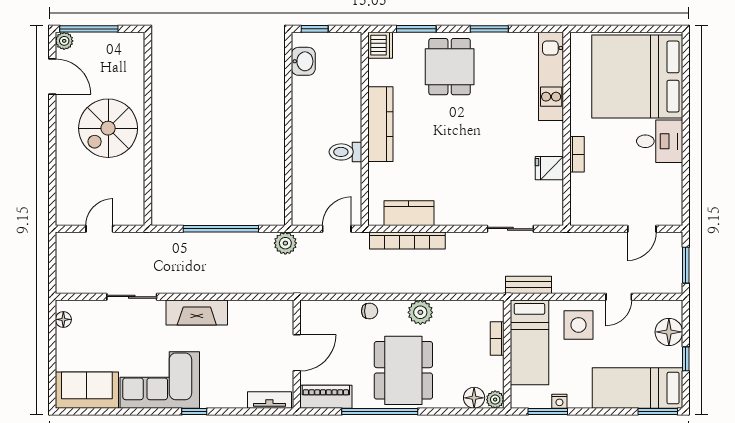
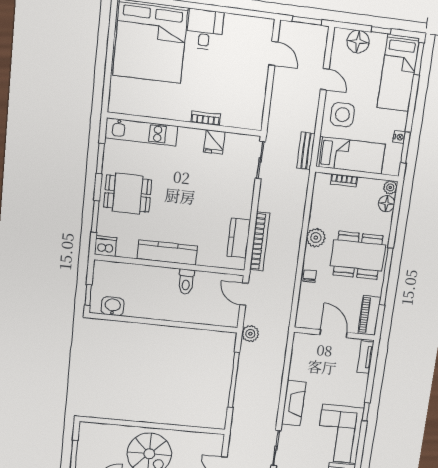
kitchen unit: (551, 76) -> (141, 132), moved
wall: (567, 129) -> (185, 124), moved
bookcase: (577, 154) -> (206, 118), moved
fridge: (549, 168) -> (214, 142), moved

